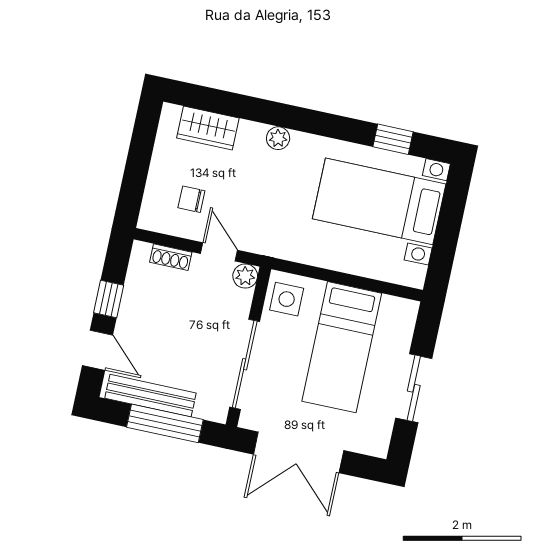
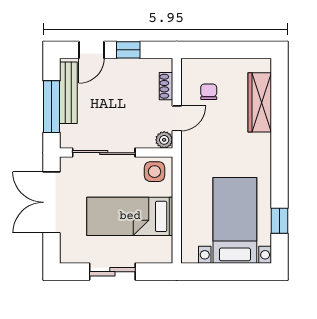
wardrobe: (208, 128) -> (260, 102), width x1.50
plant: (278, 138) -> (263, 142), removed

